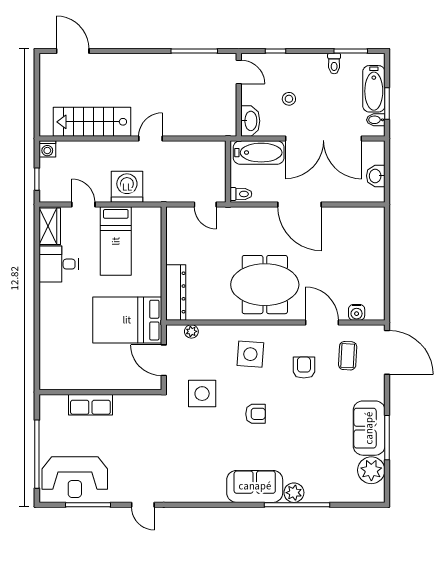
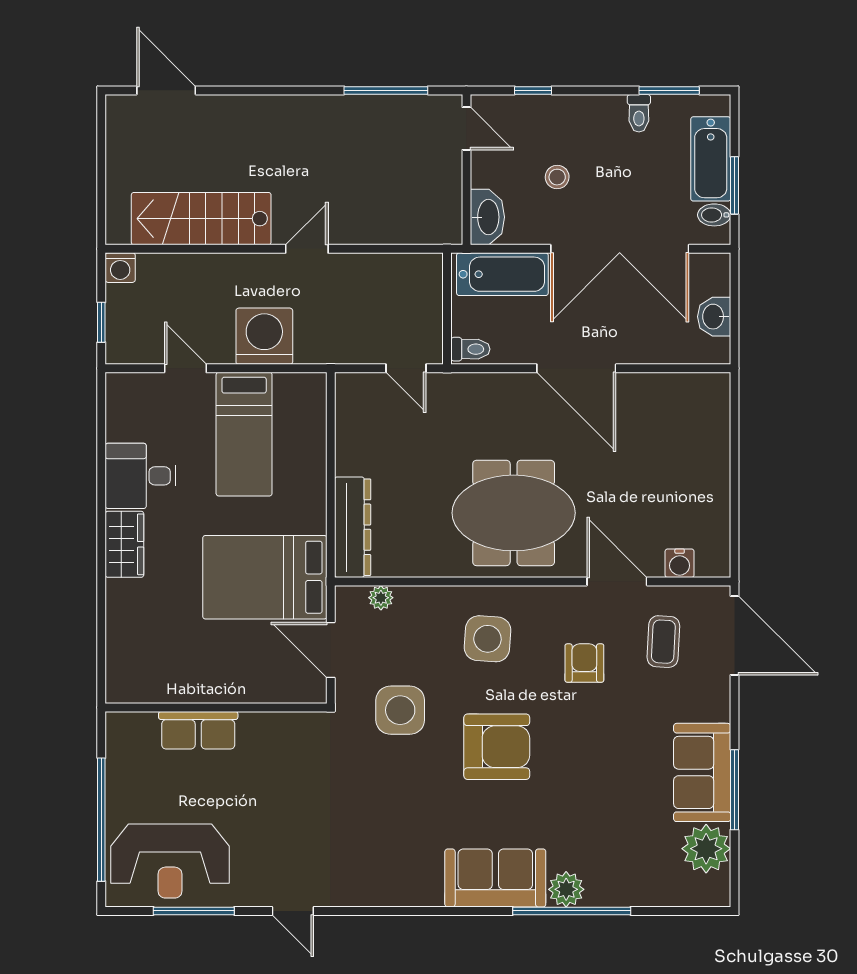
wardrobe: (50, 226) -> (124, 544), moved
armchair: (256, 414) -> (497, 747), width x1.88, depth x1.88

